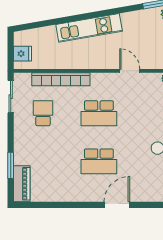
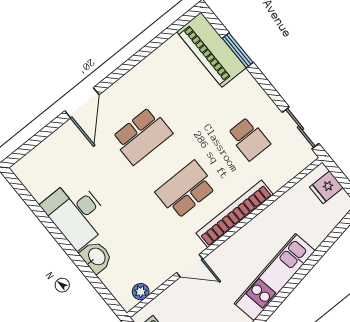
bookcase: (61, 79) -> (235, 214), moved
school desk: (99, 161) -> (142, 136), turned 180
piano: (22, 184) -> (212, 50), width x1.37, depth x1.33

